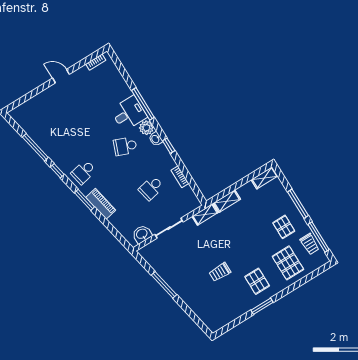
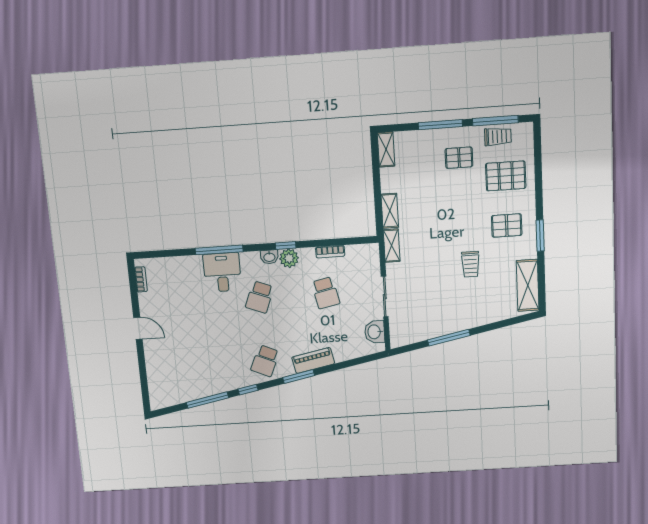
door: (61, 76) -> (138, 328), swing flipped
plant: (146, 128) -> (289, 258), moved
school desk: (83, 172) -> (265, 361), turned 36
shelving: (226, 317) -> (528, 285), added

